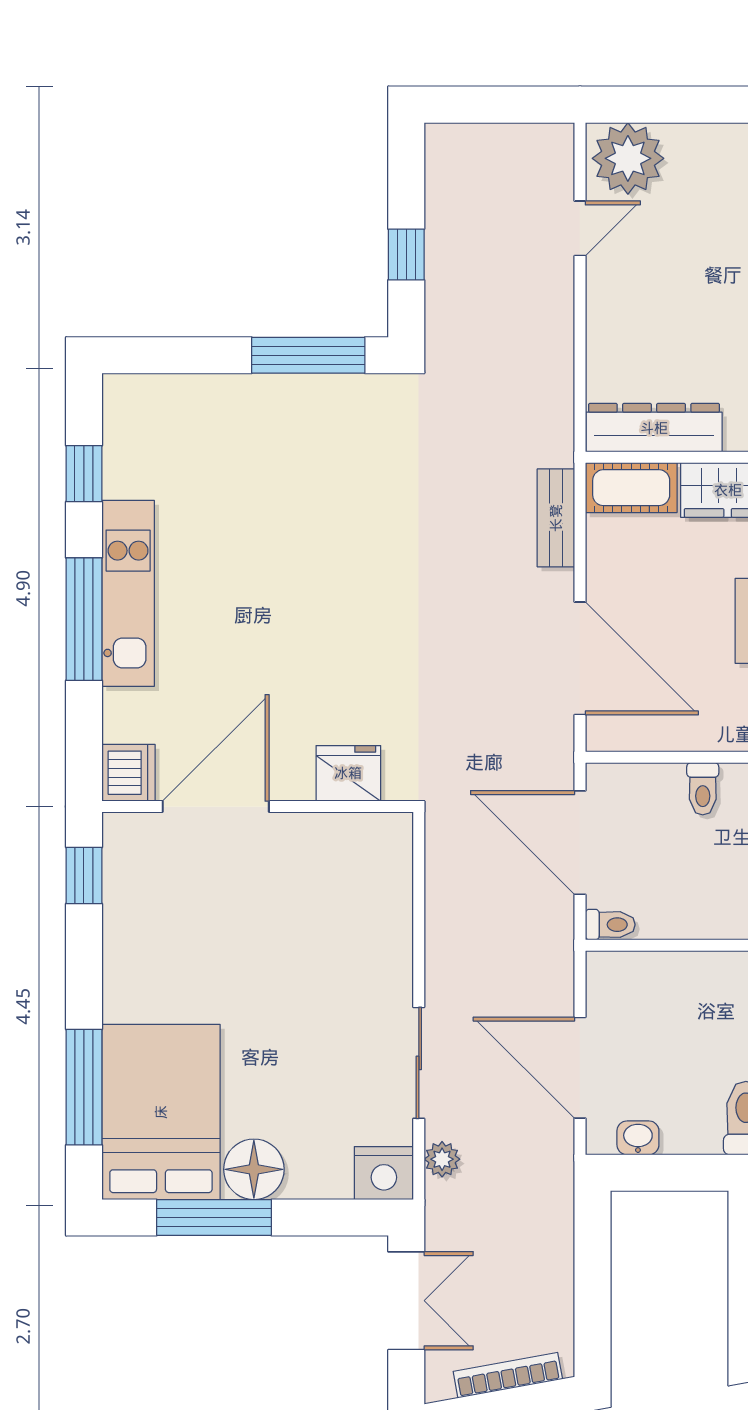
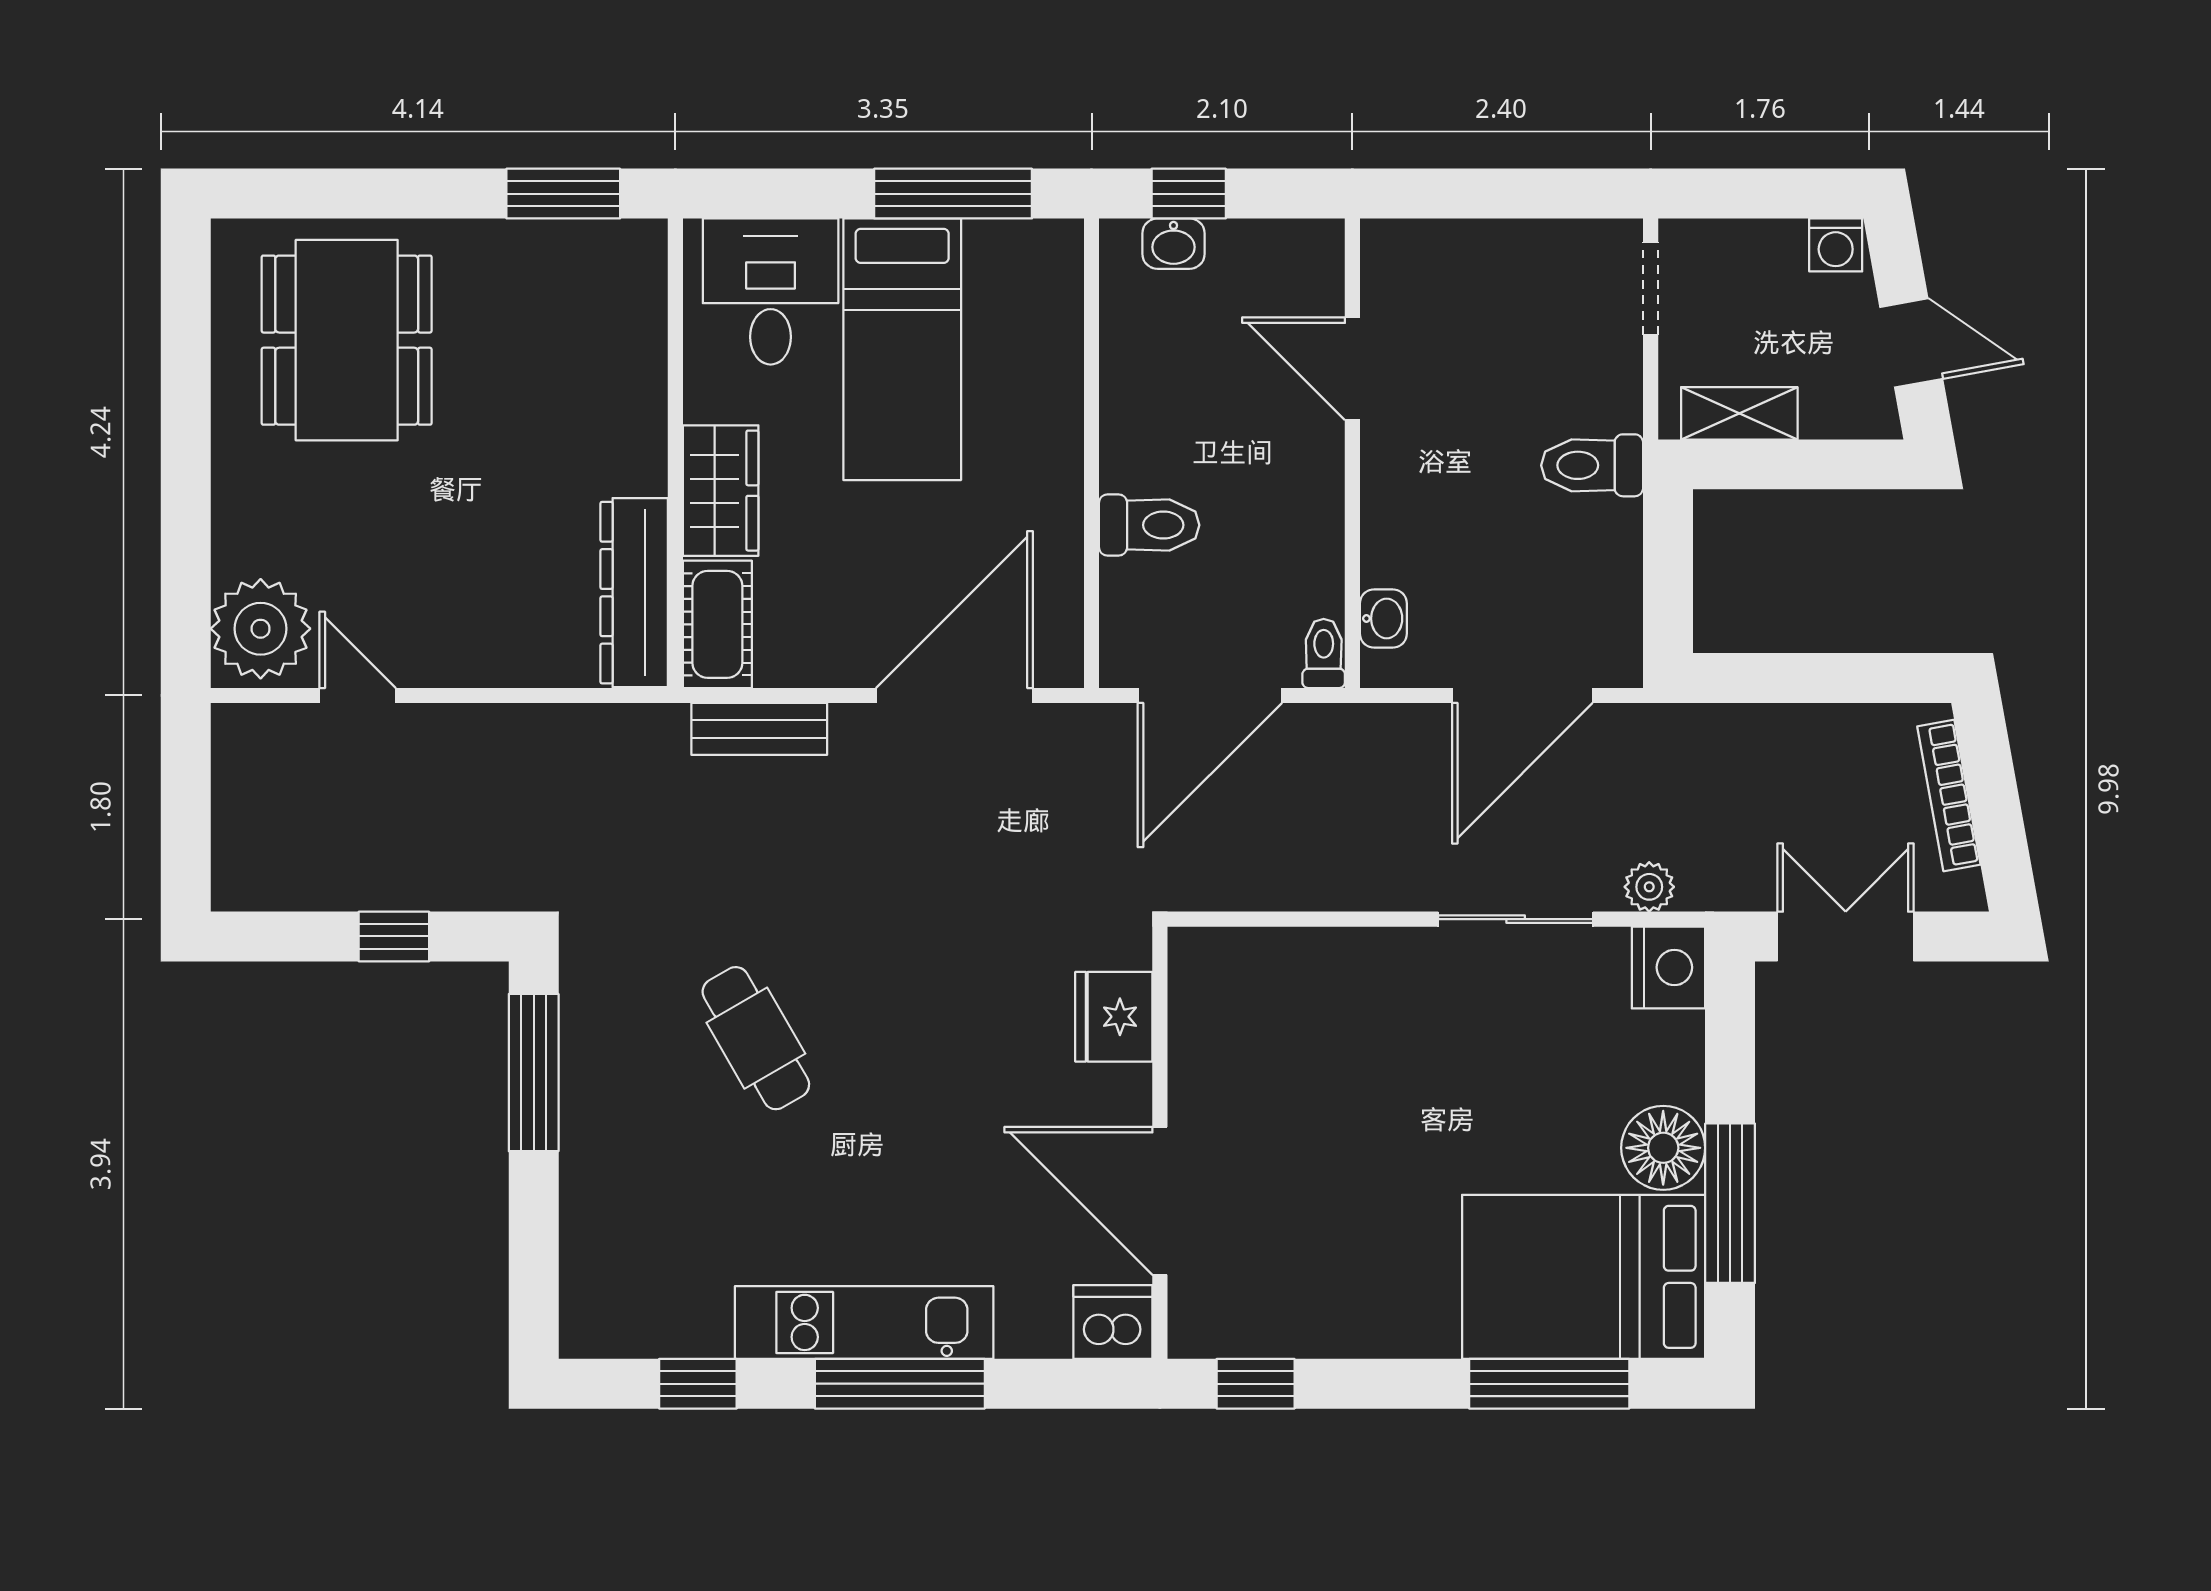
cafe table: (333, 515) -> (756, 1038), added
toilet: (703, 789) -> (1149, 525), width x1.37, depth x1.39
washbasin: (638, 1138) -> (1383, 619), moved, turned 180

